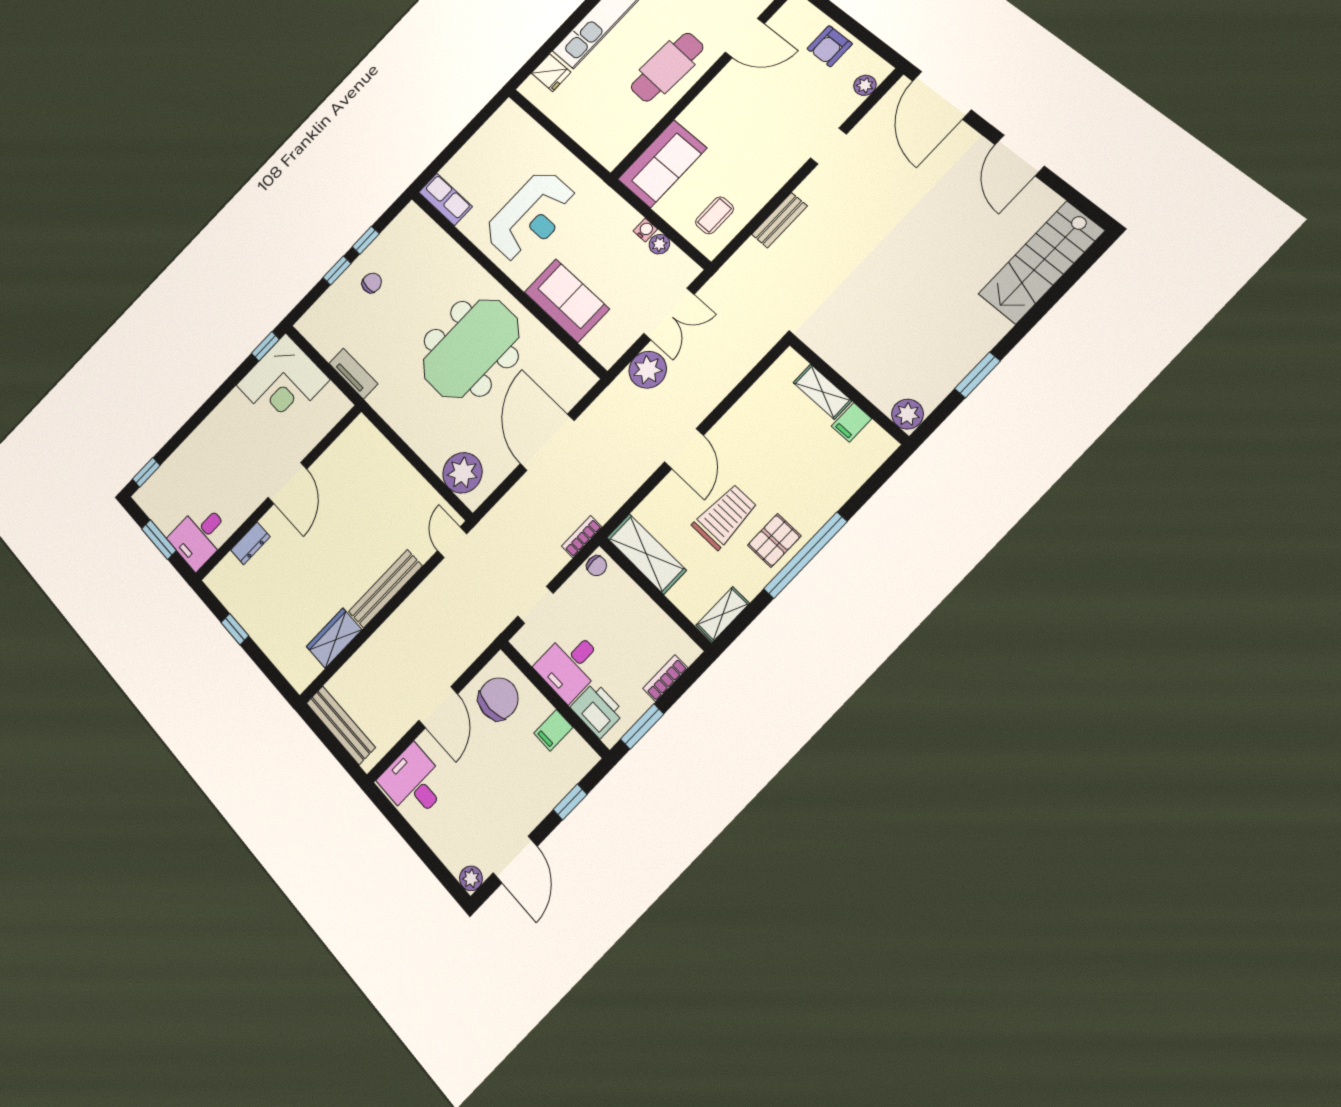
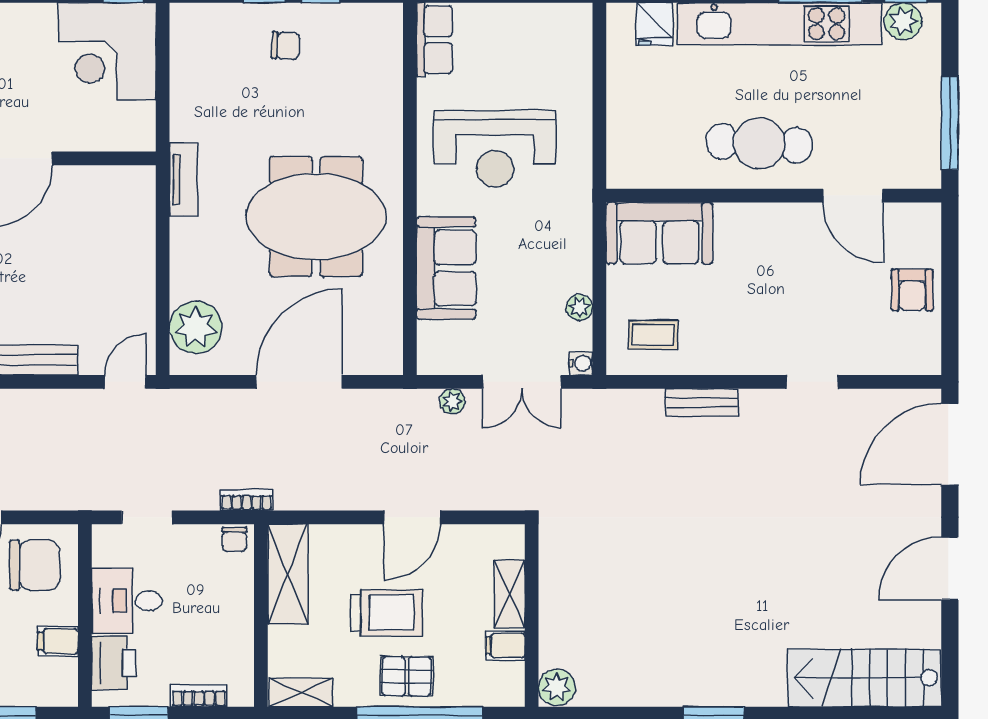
armchair: (830, 46) -> (912, 290), turned -90
plant: (865, 85) -> (901, 361), removed
water cooler: (645, 230) -> (581, 363), moved
plant: (648, 370) -> (452, 401), width x0.53, depth x0.53
tv unit: (353, 374) -> (183, 179), moved
wall: (848, 390) -> (532, 615), moved
shelving: (822, 392) -> (510, 594), moved
plant: (908, 414) -> (557, 687), moved
filing cabinet: (852, 422) -> (505, 645), moved

